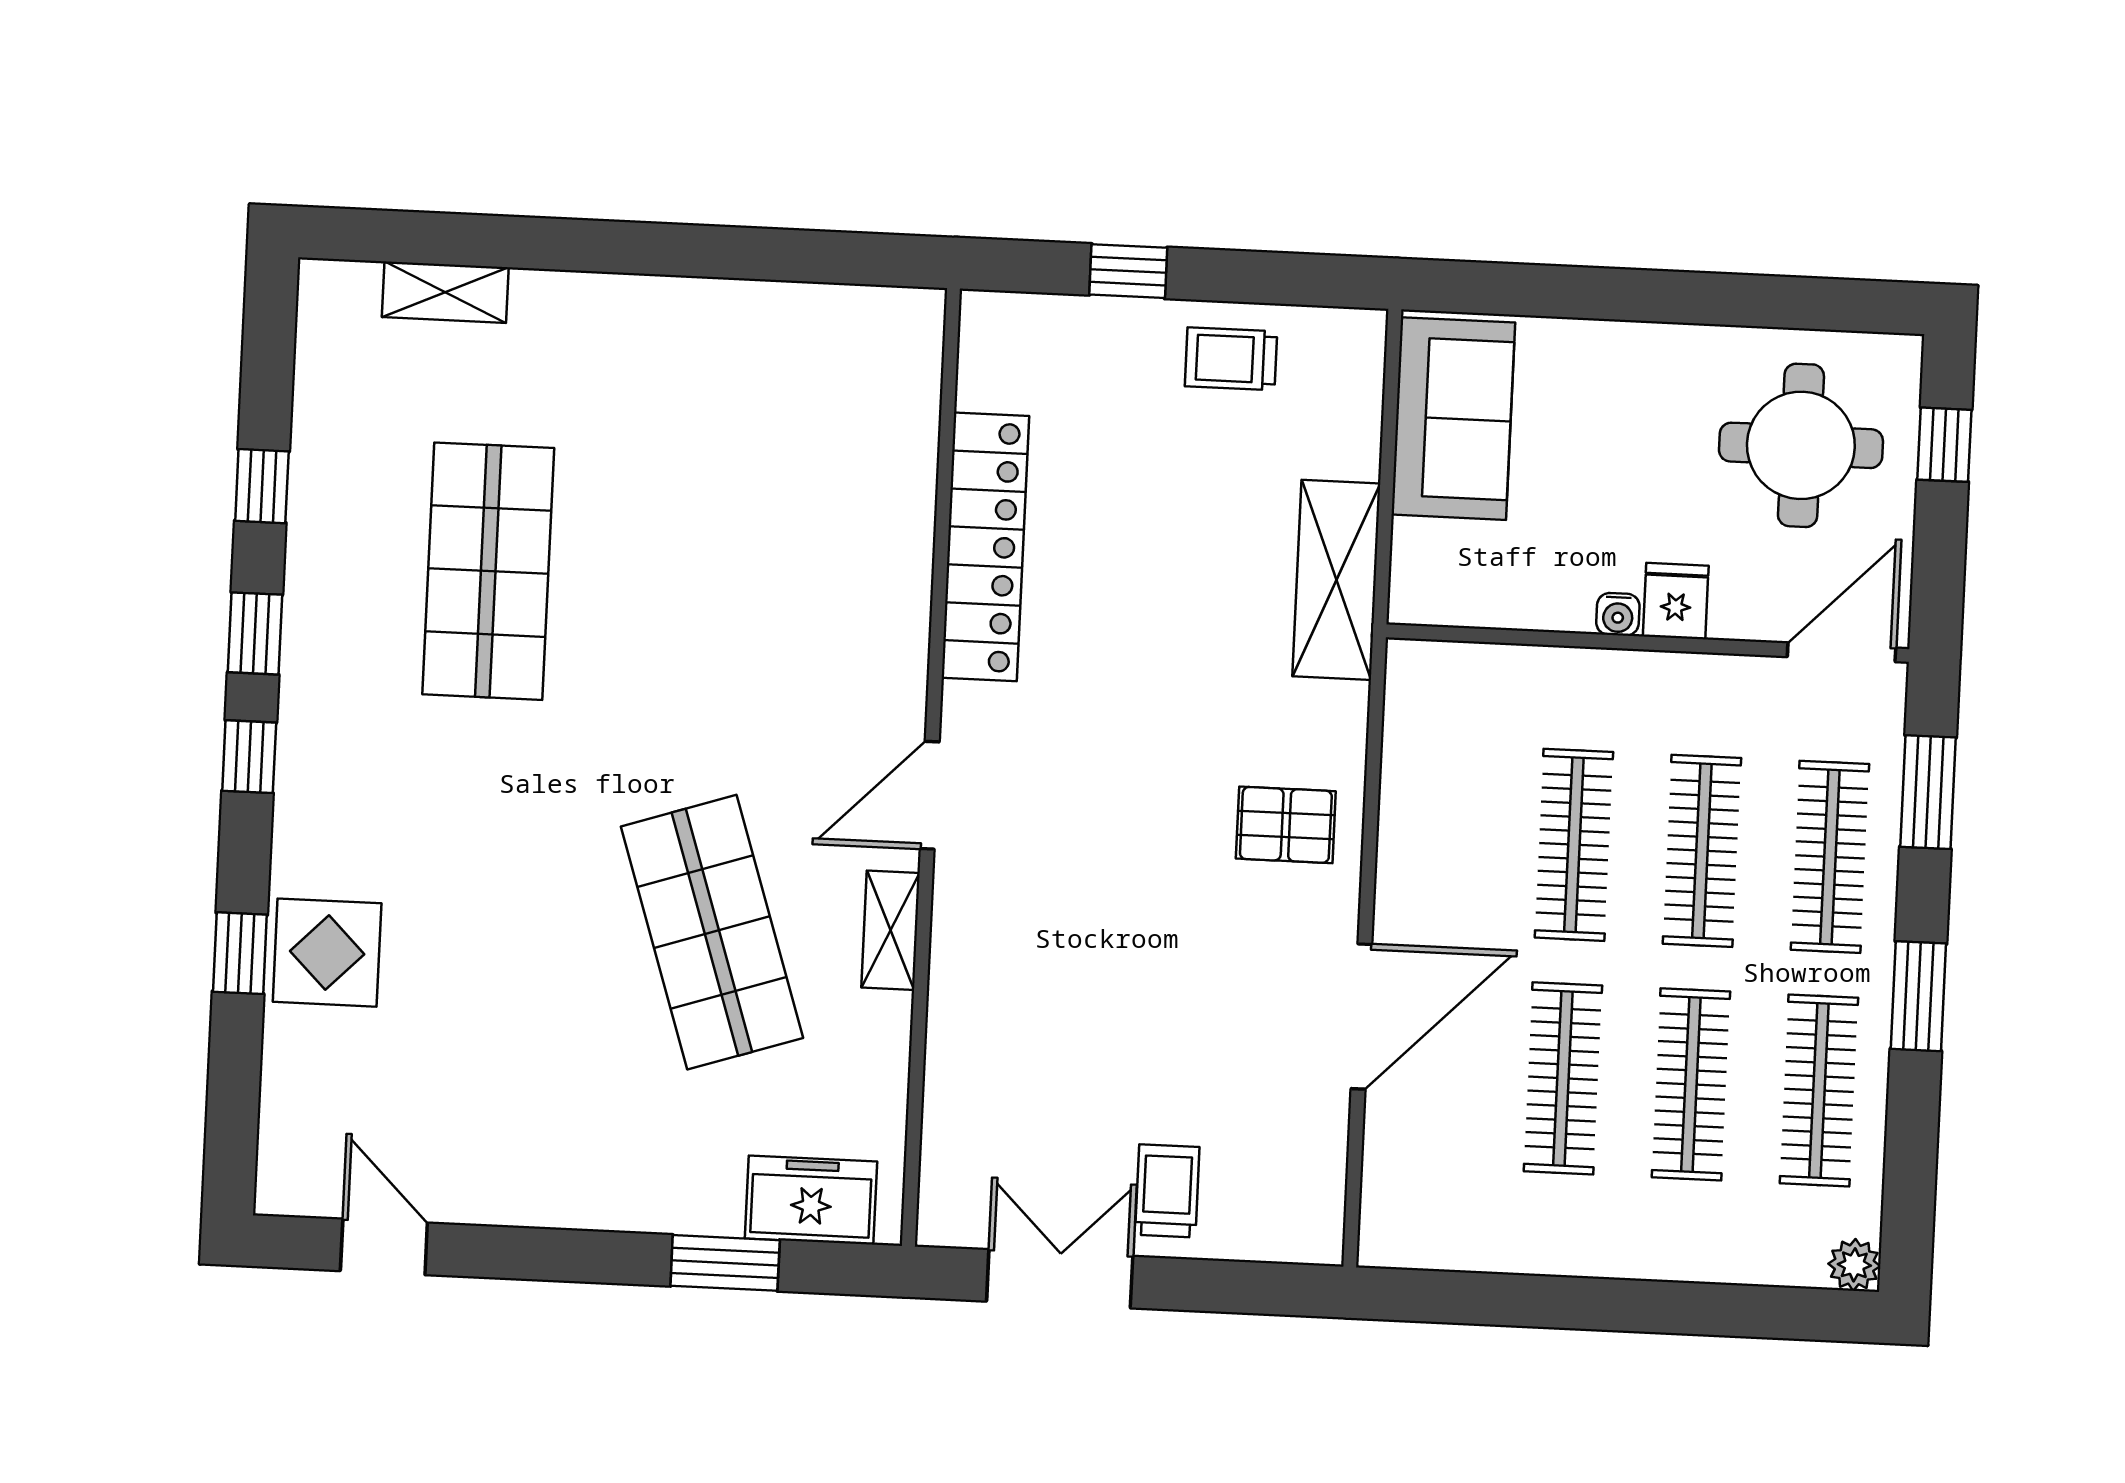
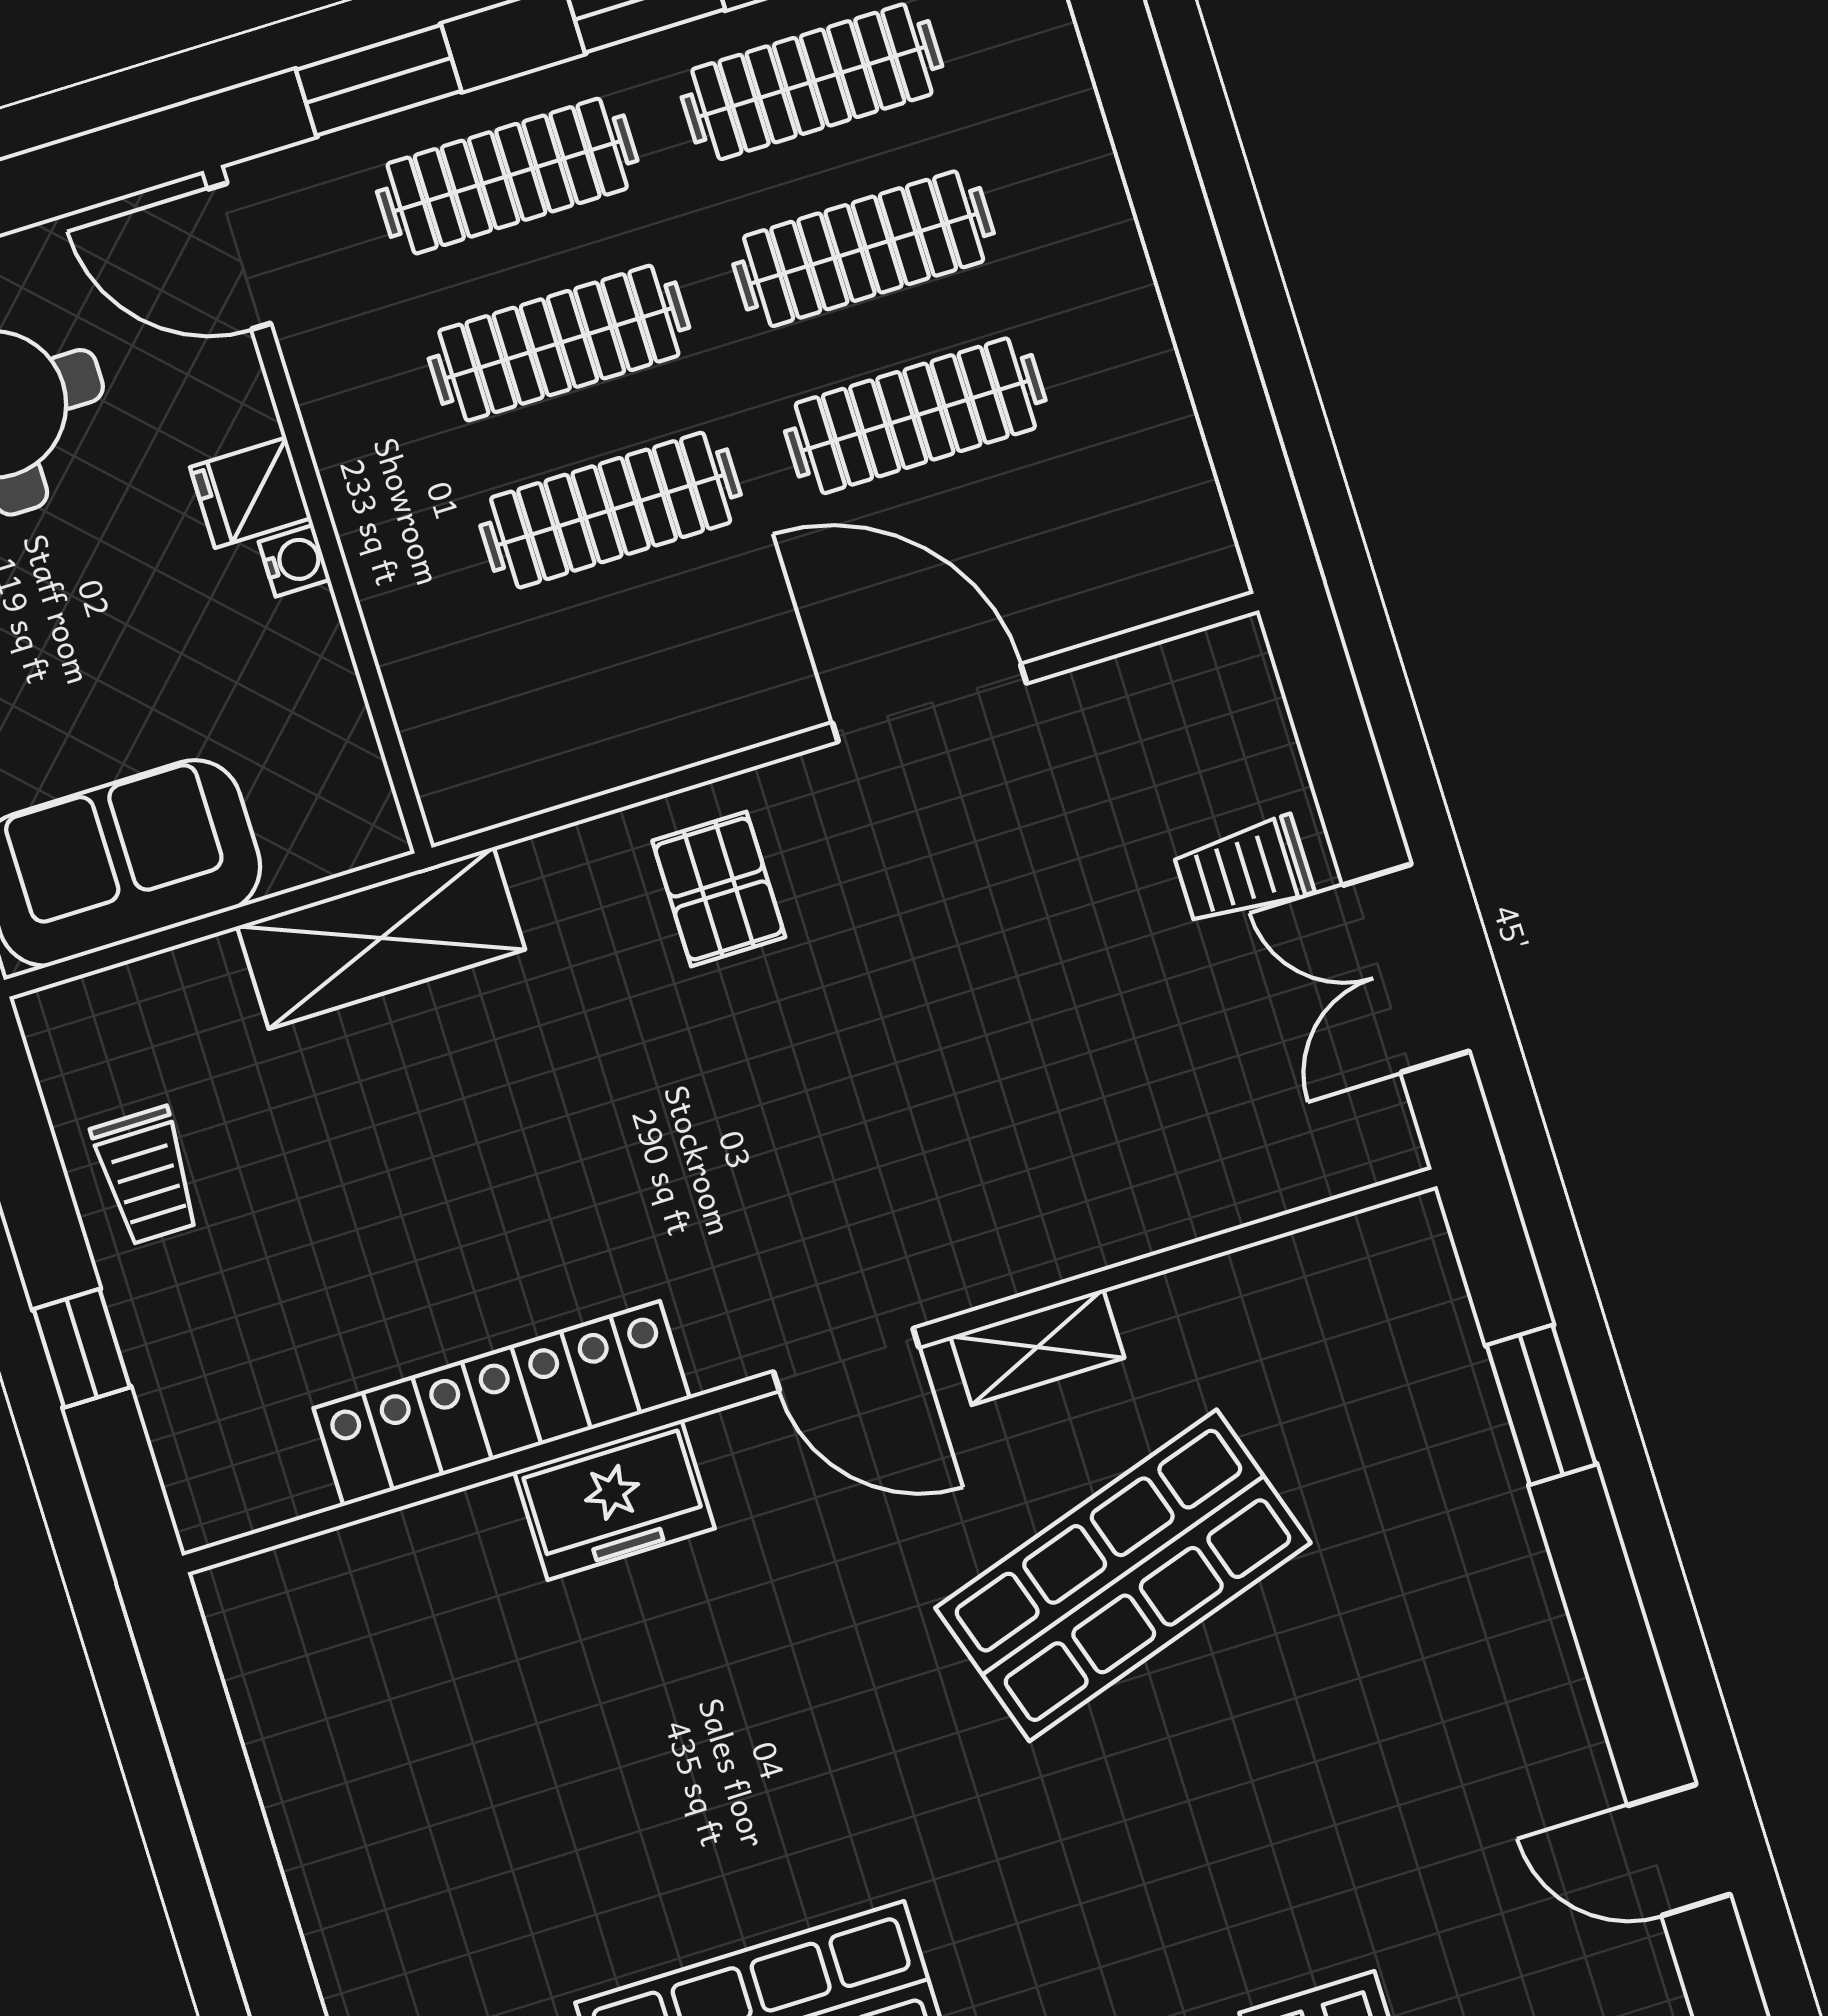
freezer: (811, 1200) -> (614, 1500), moved, turned -90
door: (384, 1247) -> (1679, 1850), hinge flipped

